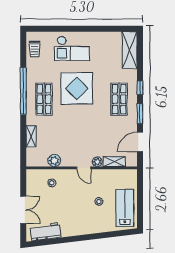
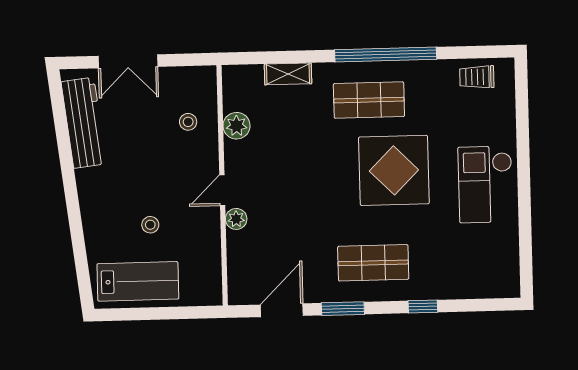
checkout: (72, 48) -> (485, 184), moved
shelving: (130, 50) -> (480, 283), removed
window: (140, 88) -> (423, 307), moved
door: (140, 142) -> (282, 310), hinge flipped
shelving: (114, 162) -> (237, 256), removed
workbench: (46, 232) -> (84, 123), width x1.38

